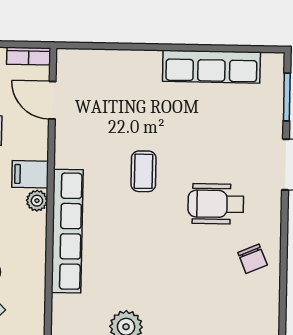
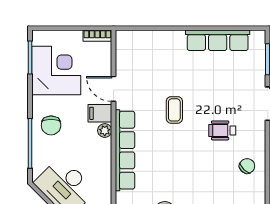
door: (52, 100) -> (113, 89), moved
wheelchair: (216, 204) -> (222, 130), width x0.73, depth x0.73
chair: (253, 259) -> (247, 166), turned -112

